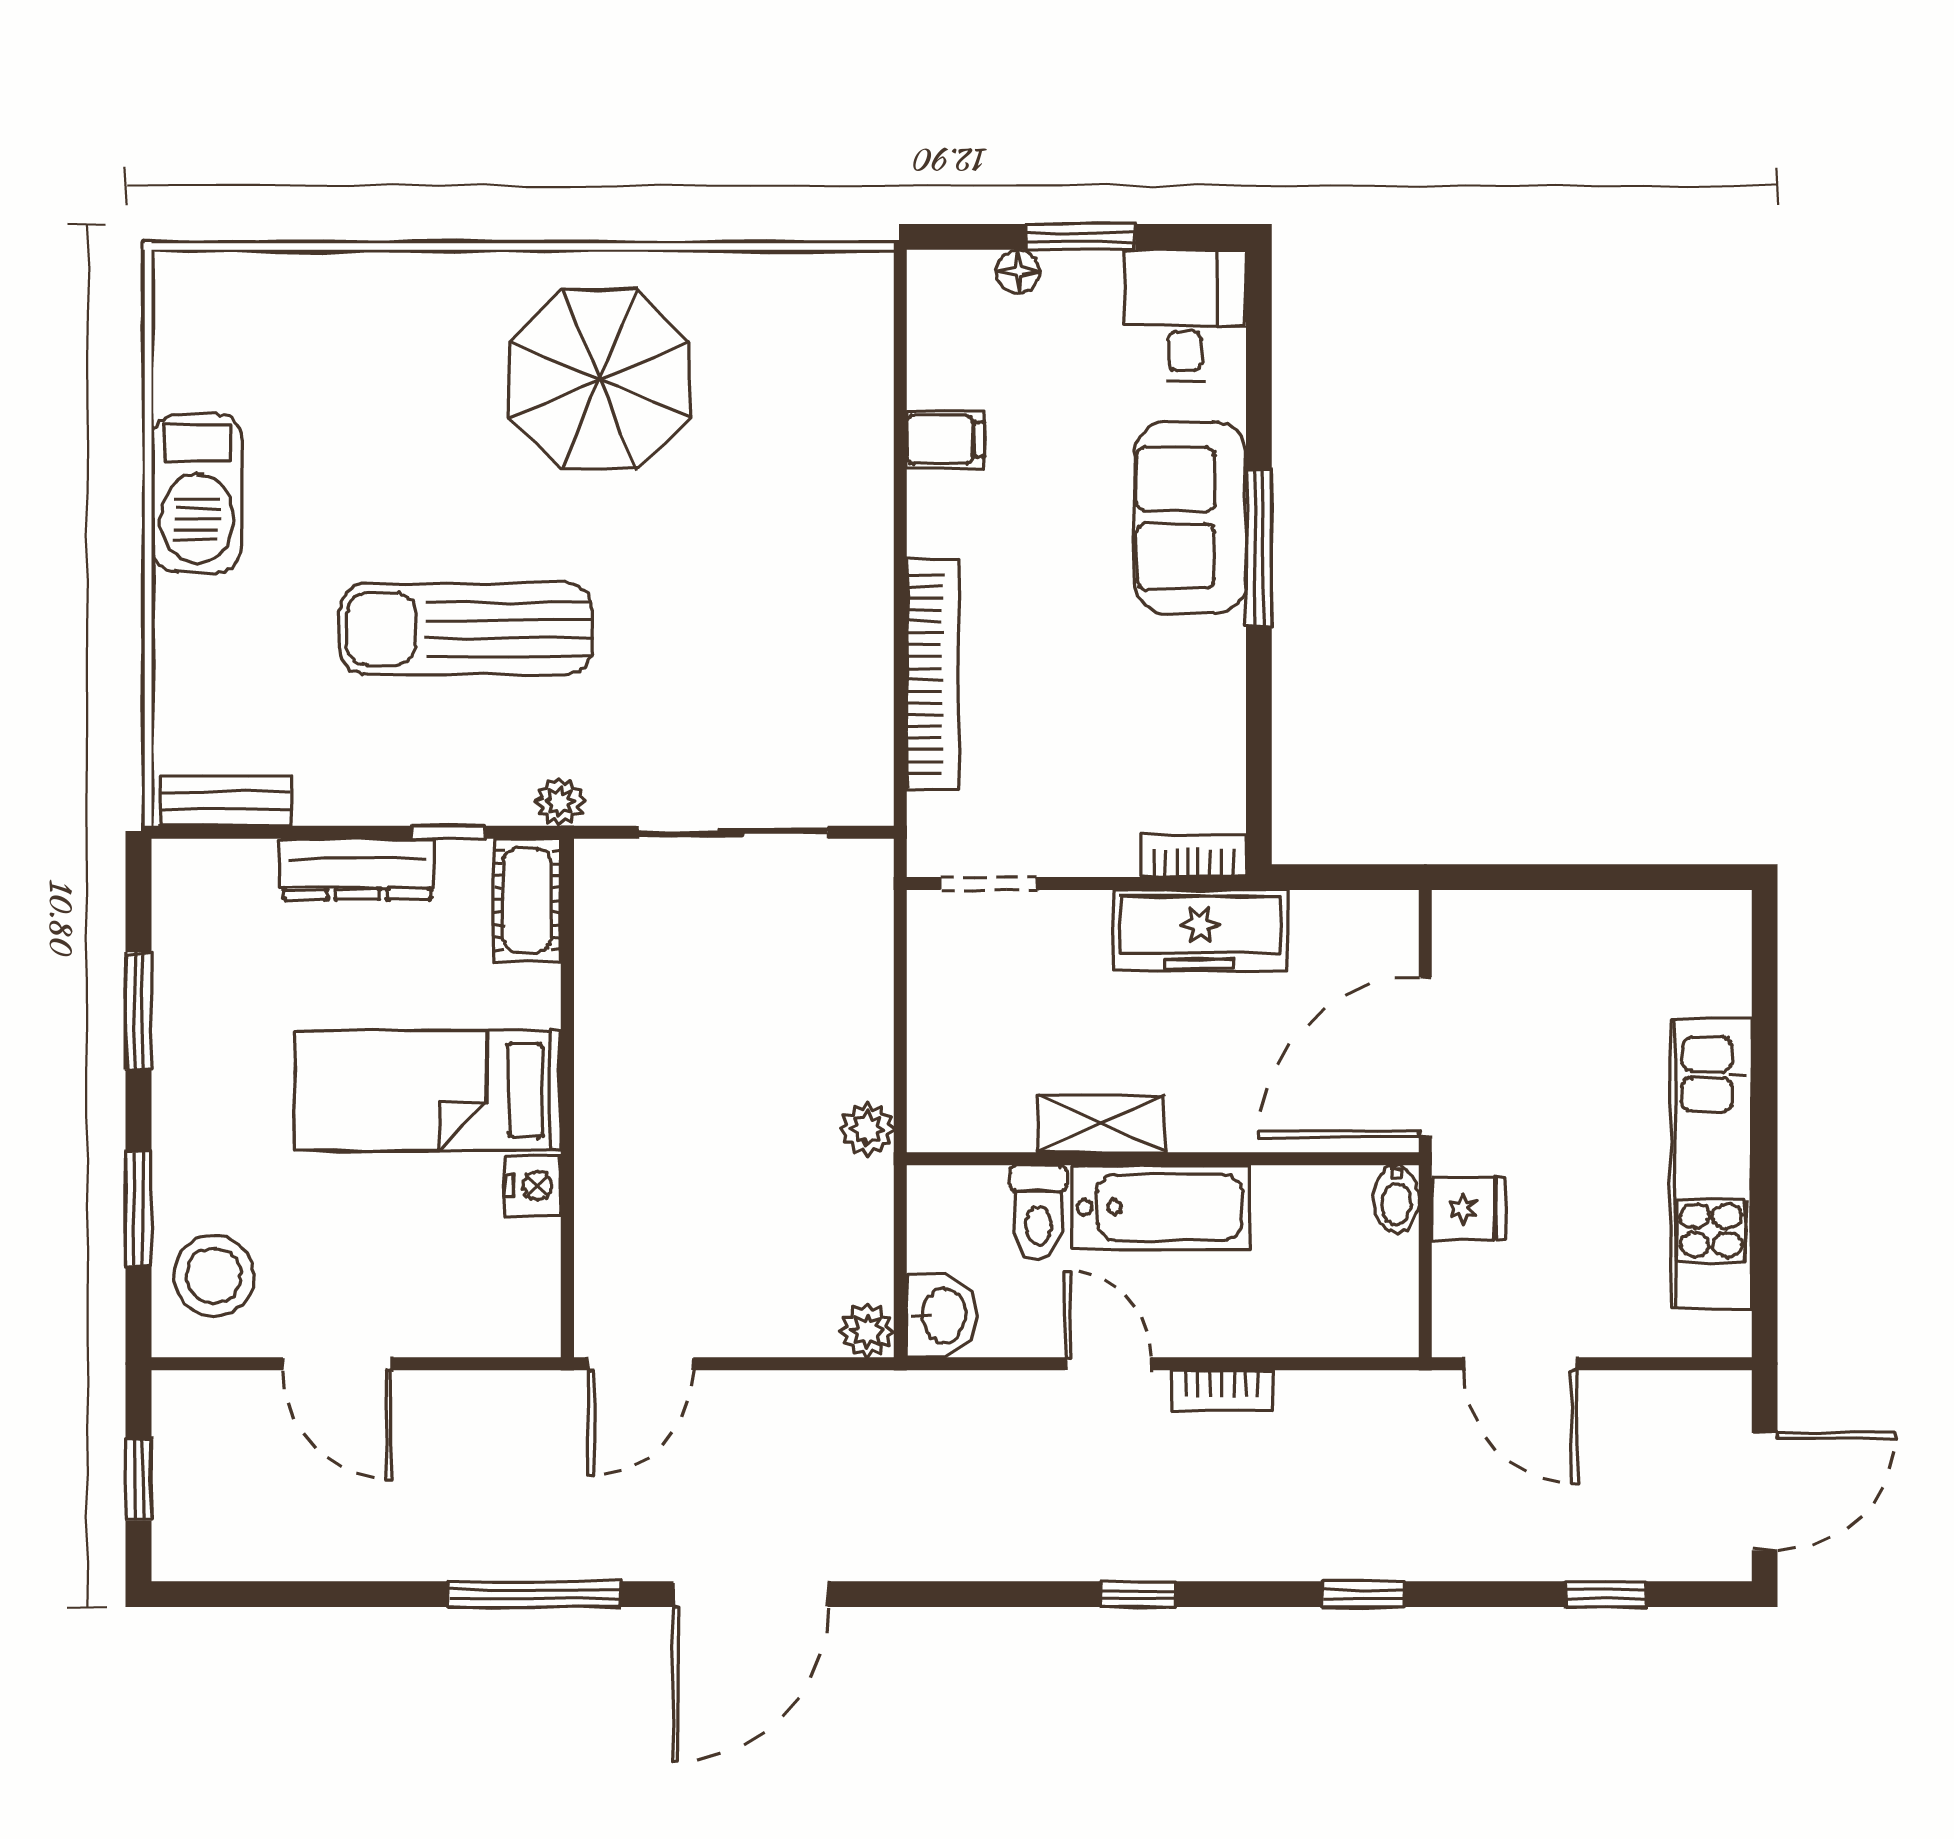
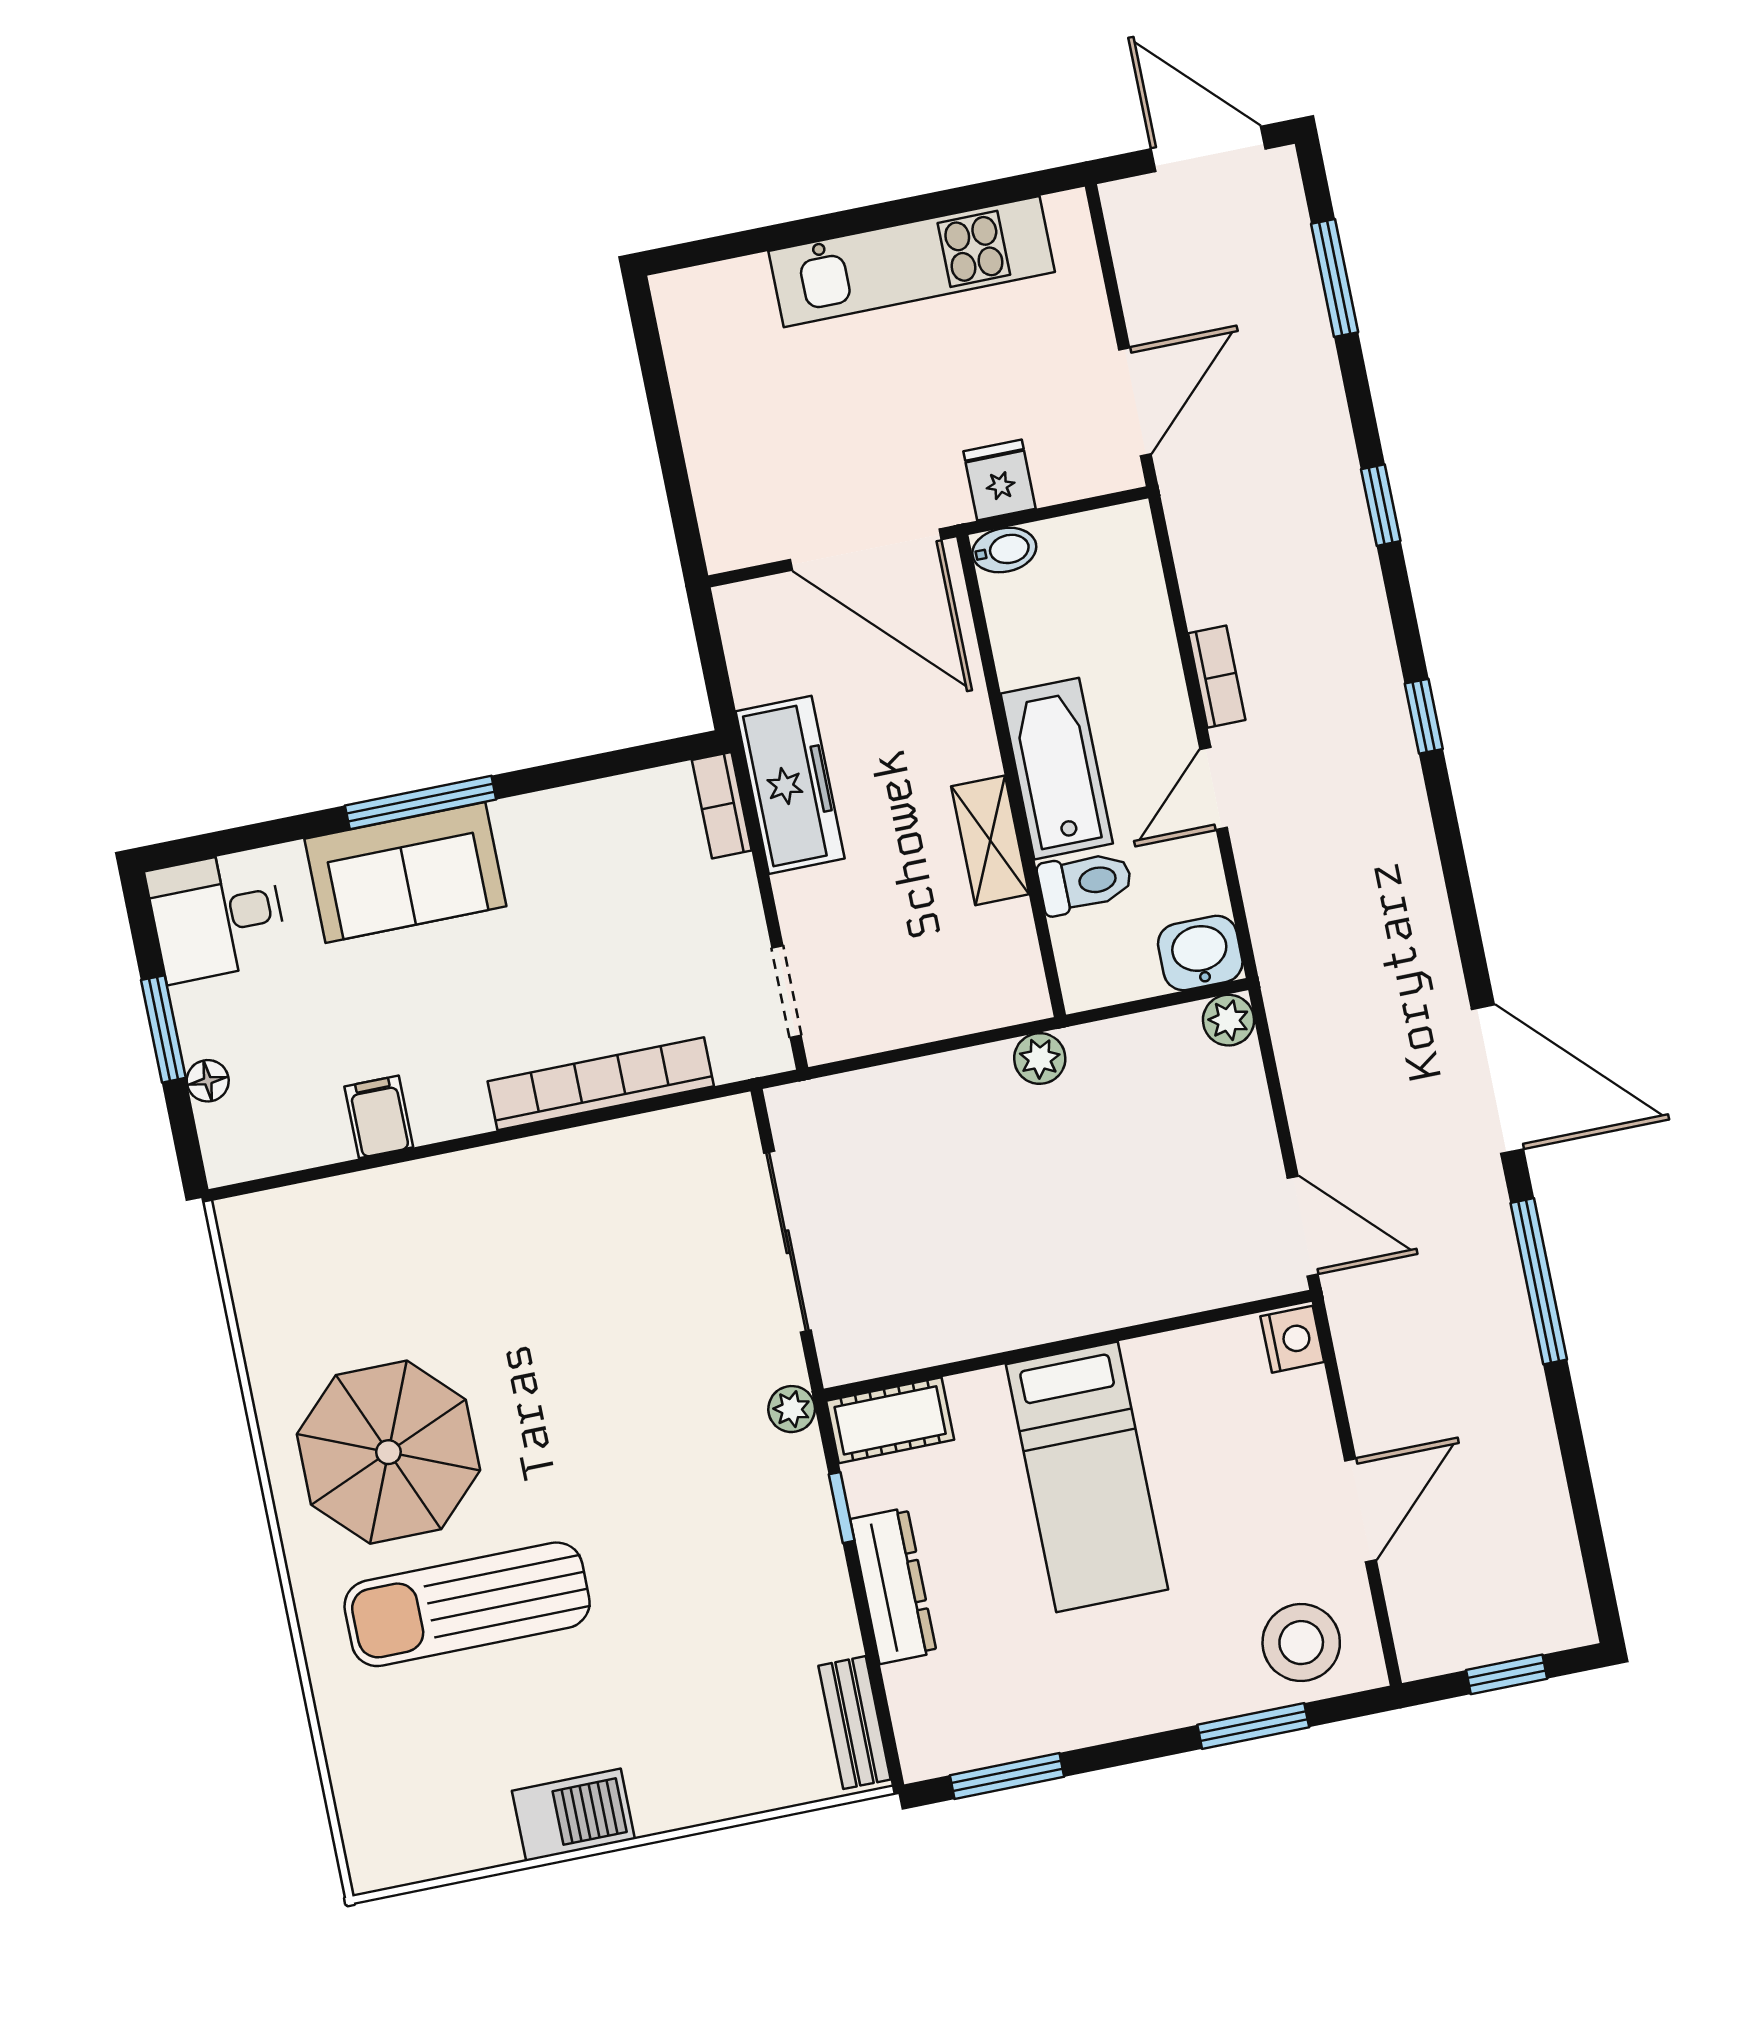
barbecue: (197, 493) -> (573, 1815), width x0.73, depth x0.83
sun lounger: (466, 629) -> (467, 1604), moved, turned 90
window: (138, 1011) -> (1007, 1776), moved
nightstand: (533, 1185) -> (1292, 1339), moved, turned 90
window: (1606, 1594) -> (1335, 278), width x1.50

